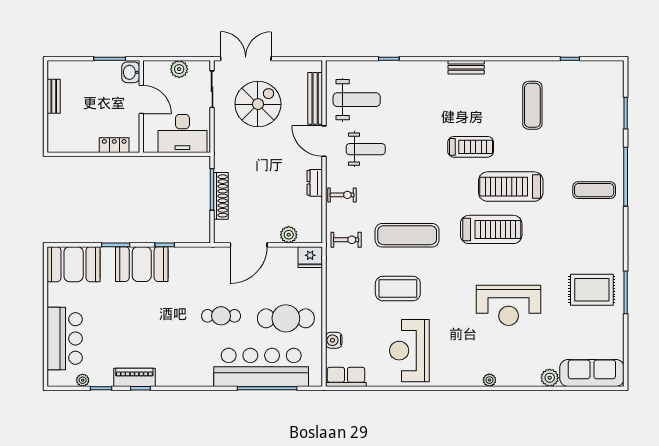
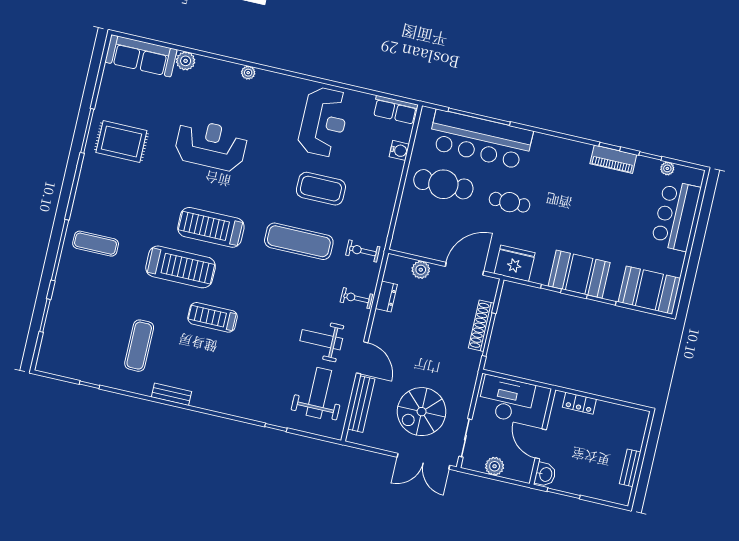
bench: (466, 67) -> (171, 394), moved
weight bench: (357, 100) -> (319, 393), turned 90
dresser: (315, 183) -> (386, 297), moved
fridge: (310, 257) -> (515, 263), moved, width x1.36, depth x1.34

